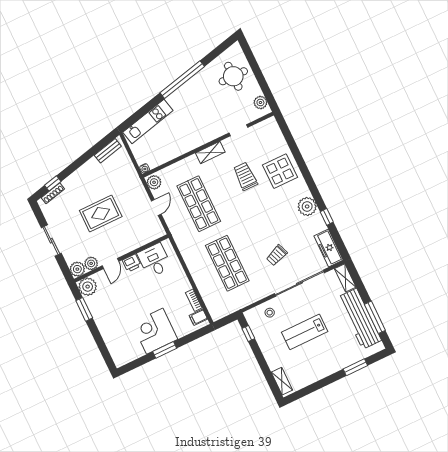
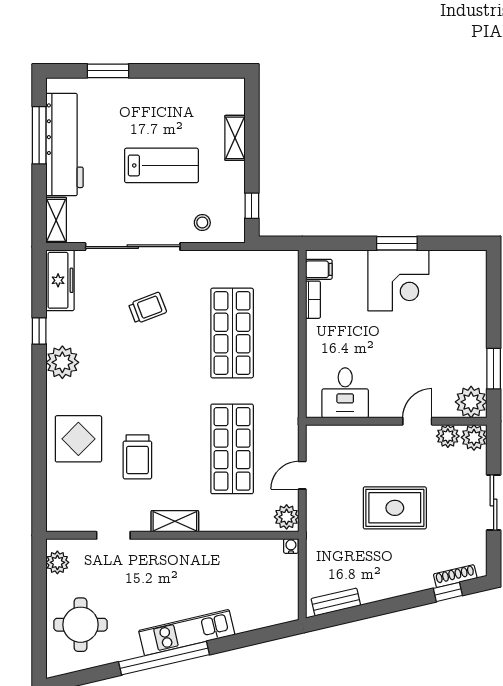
kitchen unit: (148, 121) -> (187, 633), moved
printer: (132, 263) -> (383, 406), removed
shelving: (282, 381) -> (235, 138), moved

